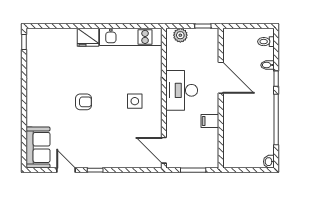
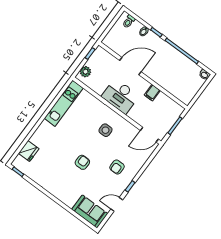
fridge: (88, 37) -> (29, 151), moved
armchair: (105, 142) -> (117, 167), added

